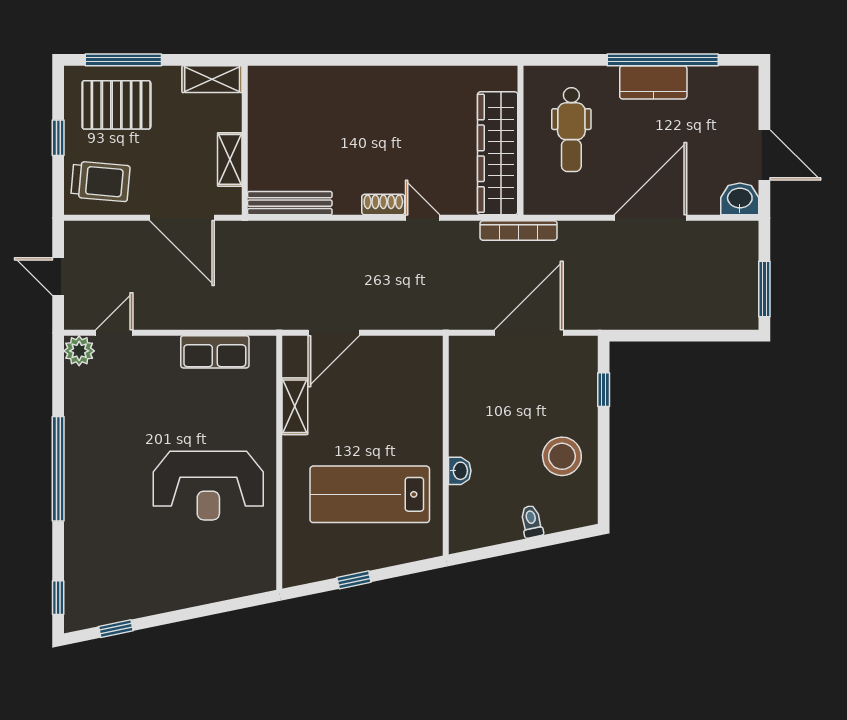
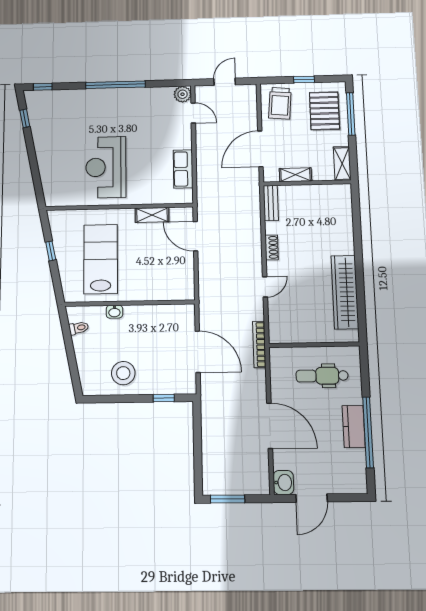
wardrobe: (498, 153) -> (345, 292), moved, turned -90
bench: (290, 203) -> (271, 203), width x0.73
shoe rack: (383, 205) -> (272, 247), moved
toilet: (532, 521) -> (79, 328), moved

